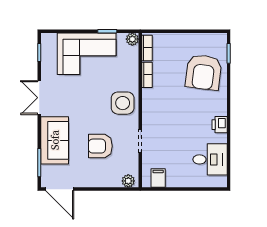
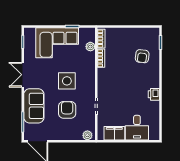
plant: (132, 39) -> (90, 47), moved
armchair: (204, 72) -> (142, 56), width x0.53, depth x0.53
side table: (123, 103) -> (67, 81), moved
armchair: (100, 146) -> (67, 110), turned 90
desk: (210, 159) -> (137, 128), moved, turned 90
filing cabinet: (158, 178) -> (114, 133), width x2.00

